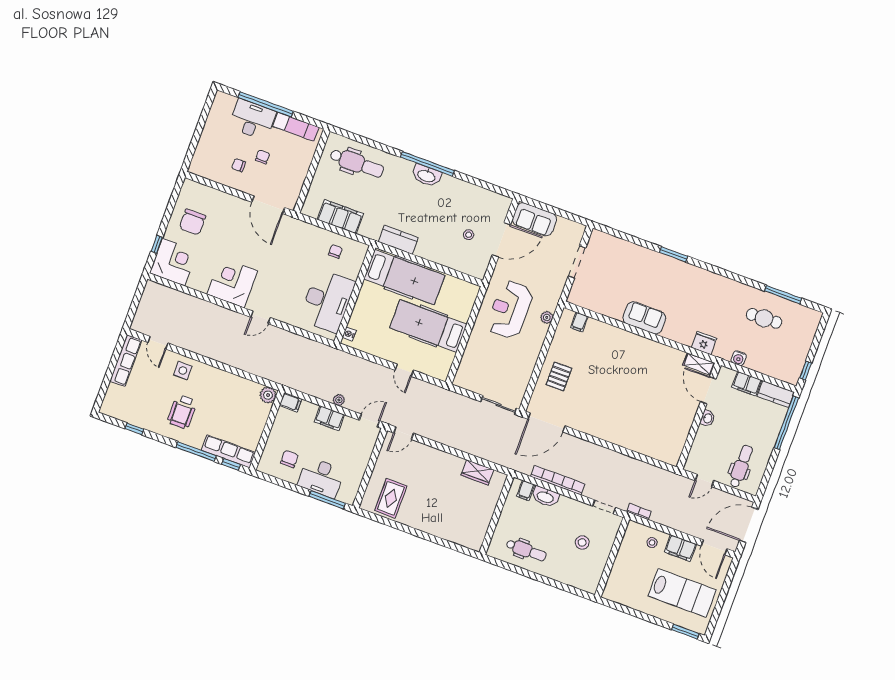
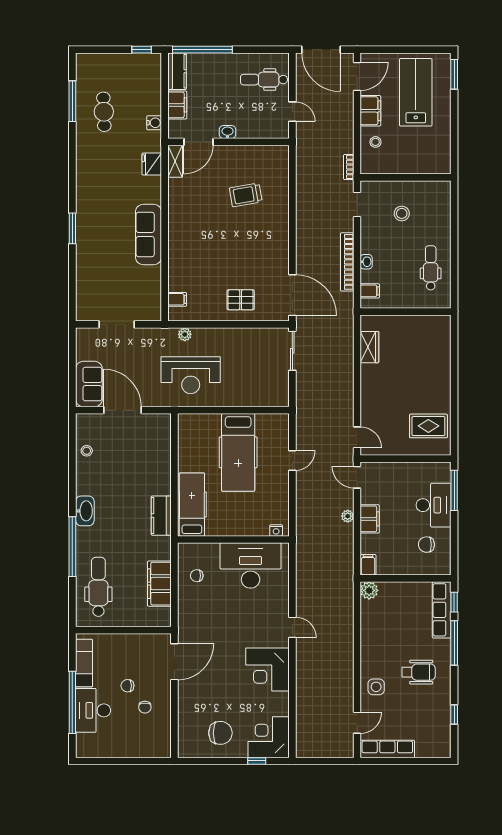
window: (427, 164) -> (72, 547), moved
stool: (469, 235) -> (87, 451), moved
hospital bed: (404, 277) -> (192, 505), width x0.73, depth x0.78
sofa: (644, 318) -> (149, 235), width x1.36
trolley: (648, 414) -> (246, 195), added
washbasin: (545, 497) -> (366, 262), width x0.52, depth x0.69

